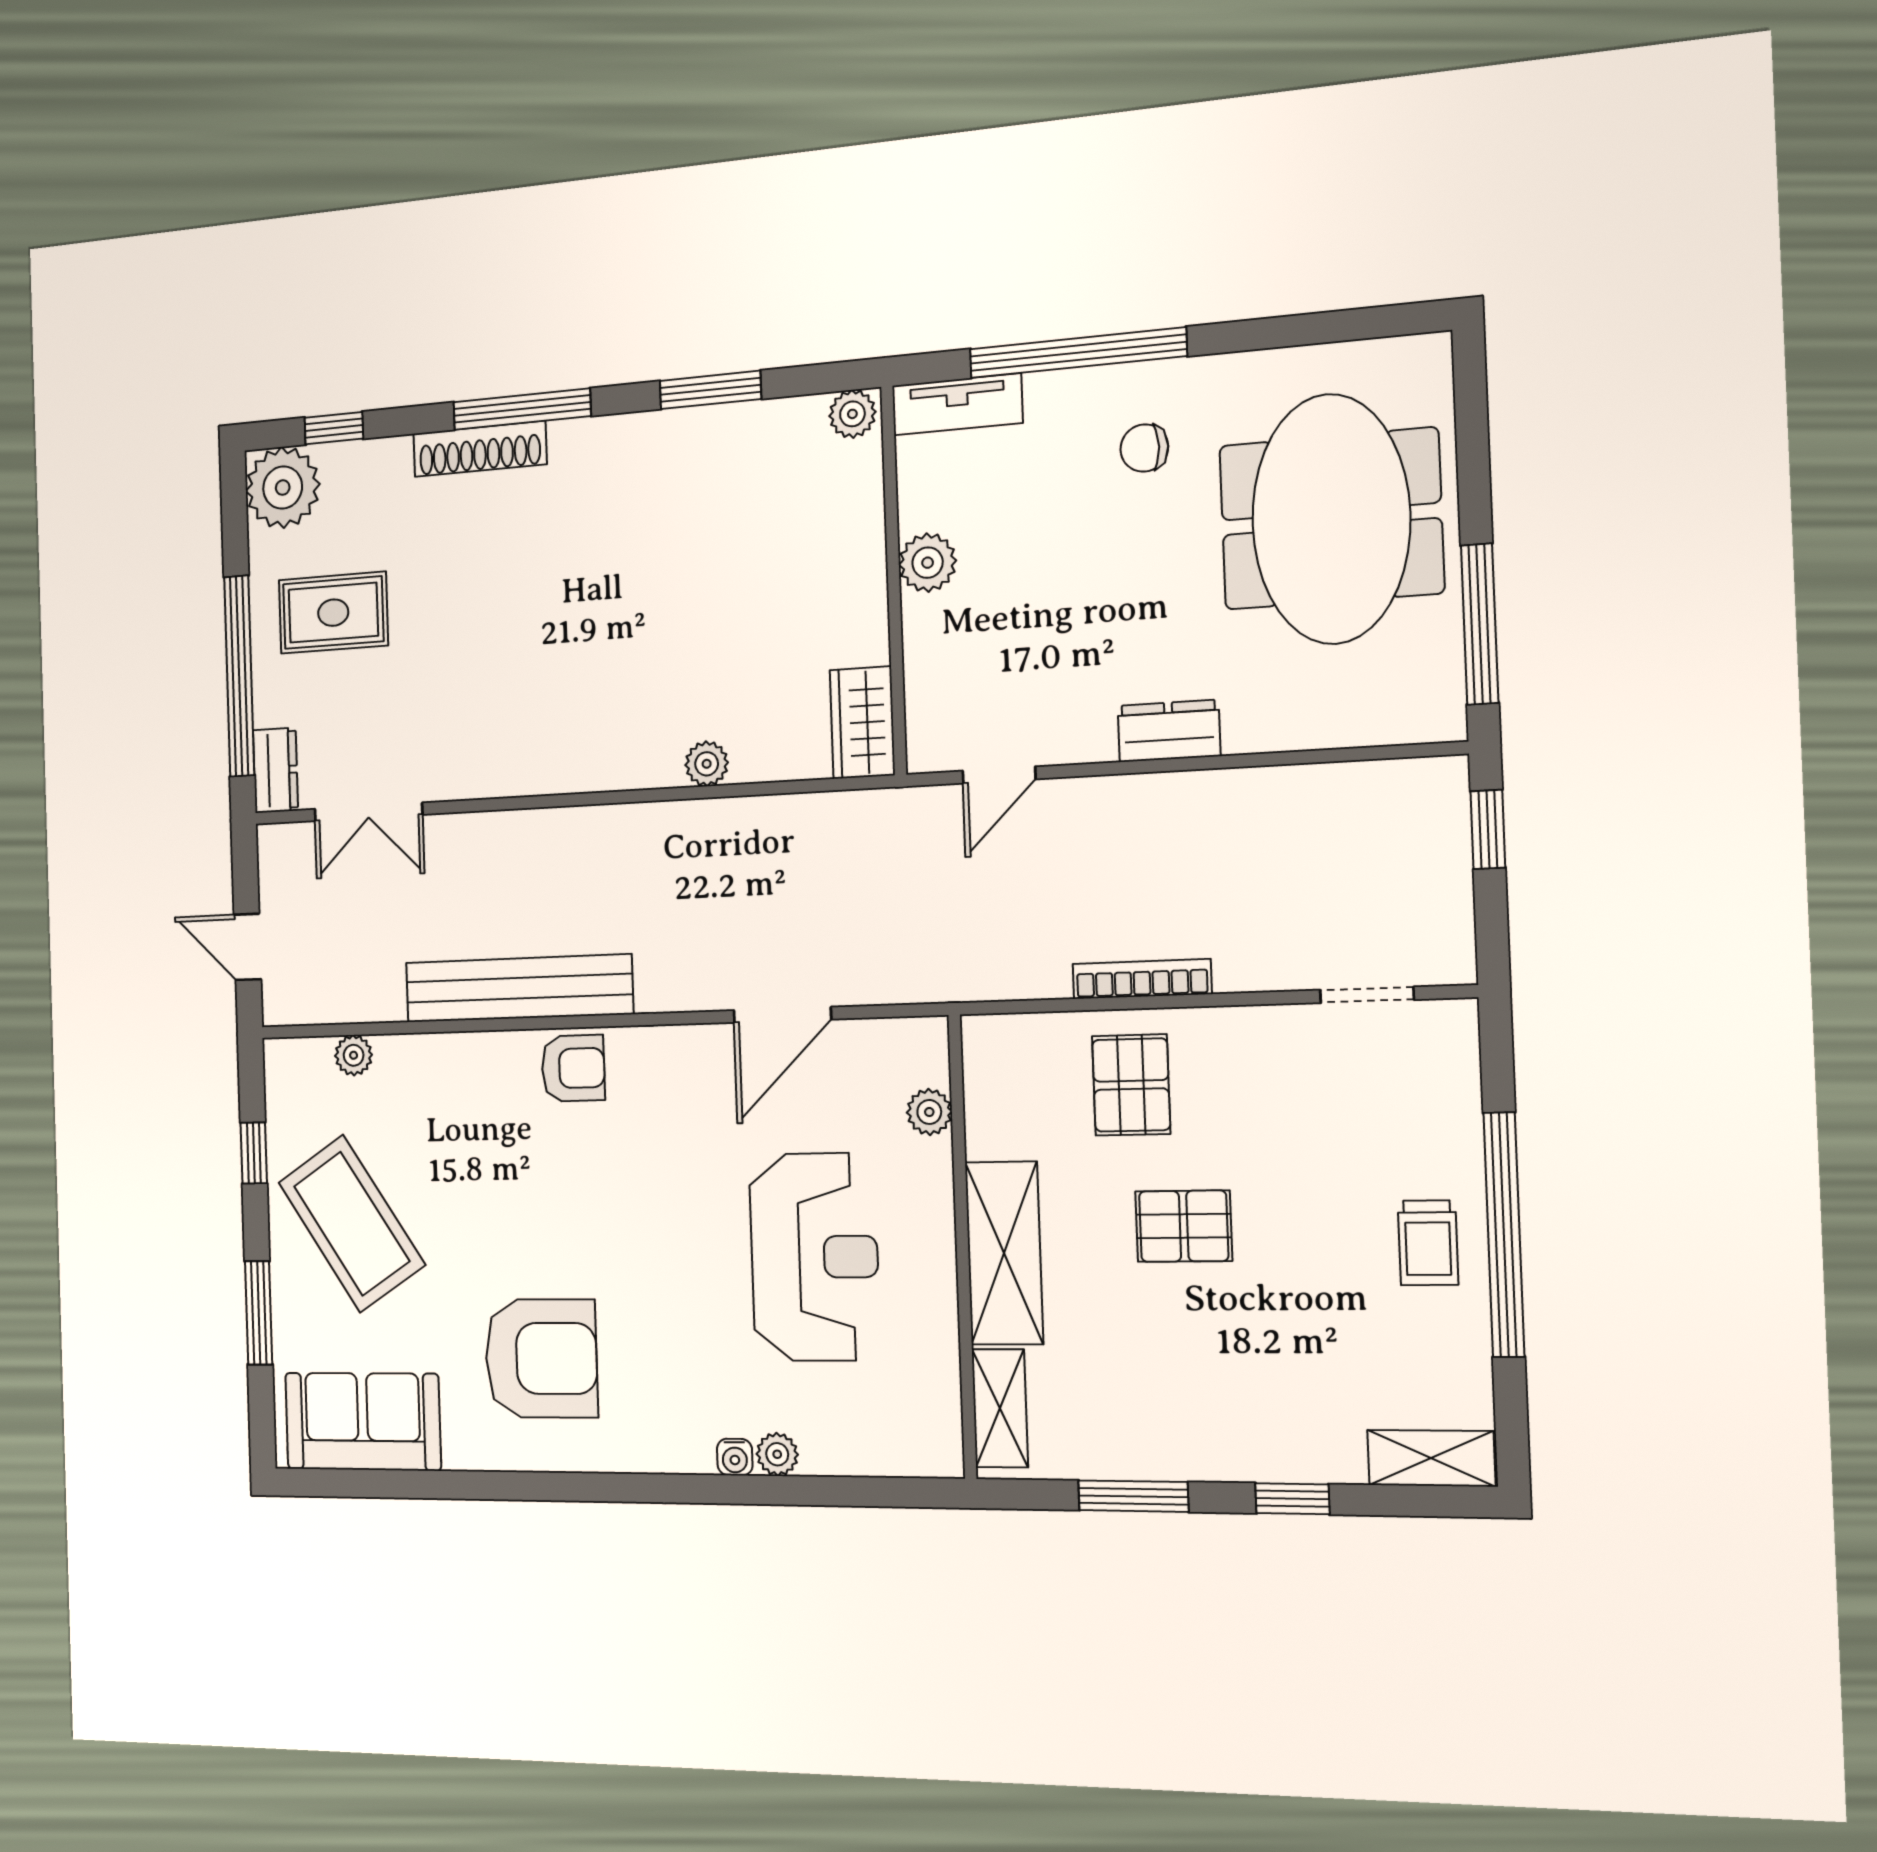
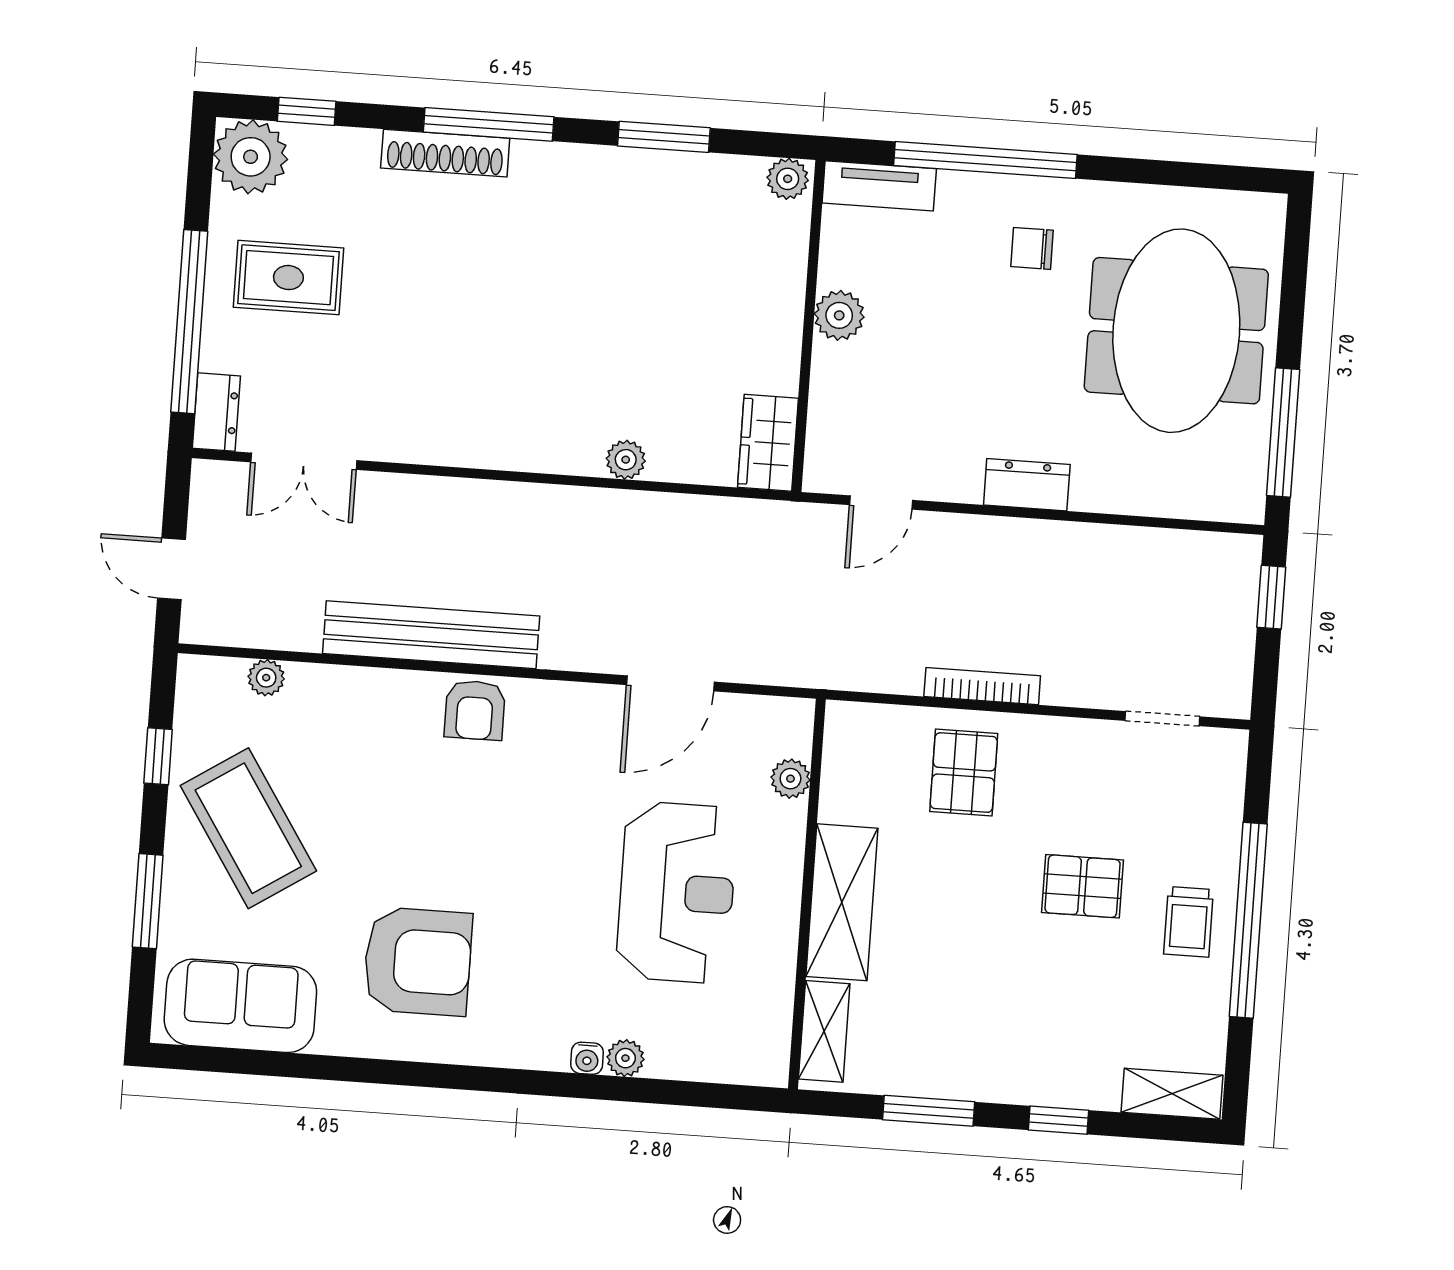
armchair: (573, 1068) -> (475, 710), turned 90
pallet: (1184, 1226) -> (1083, 886), moved

